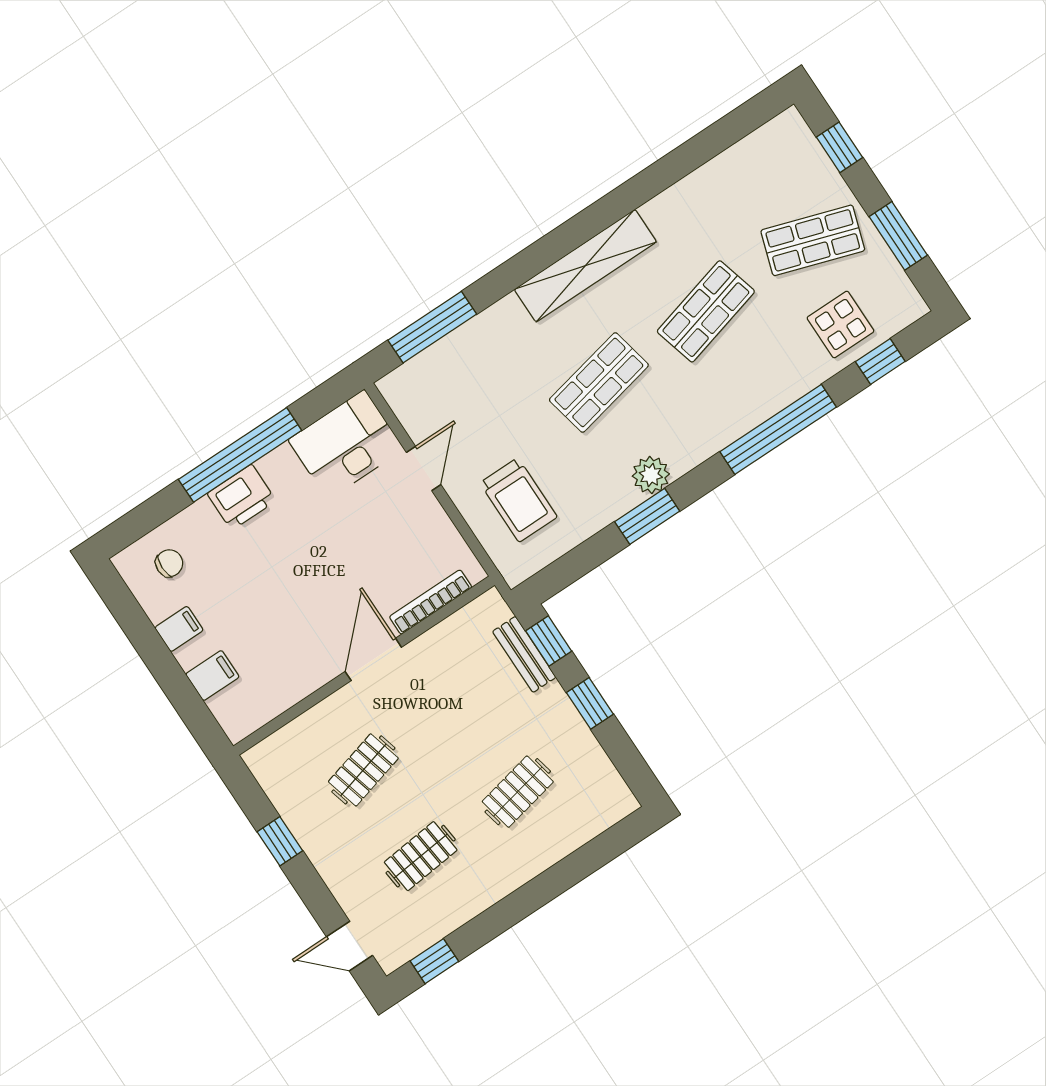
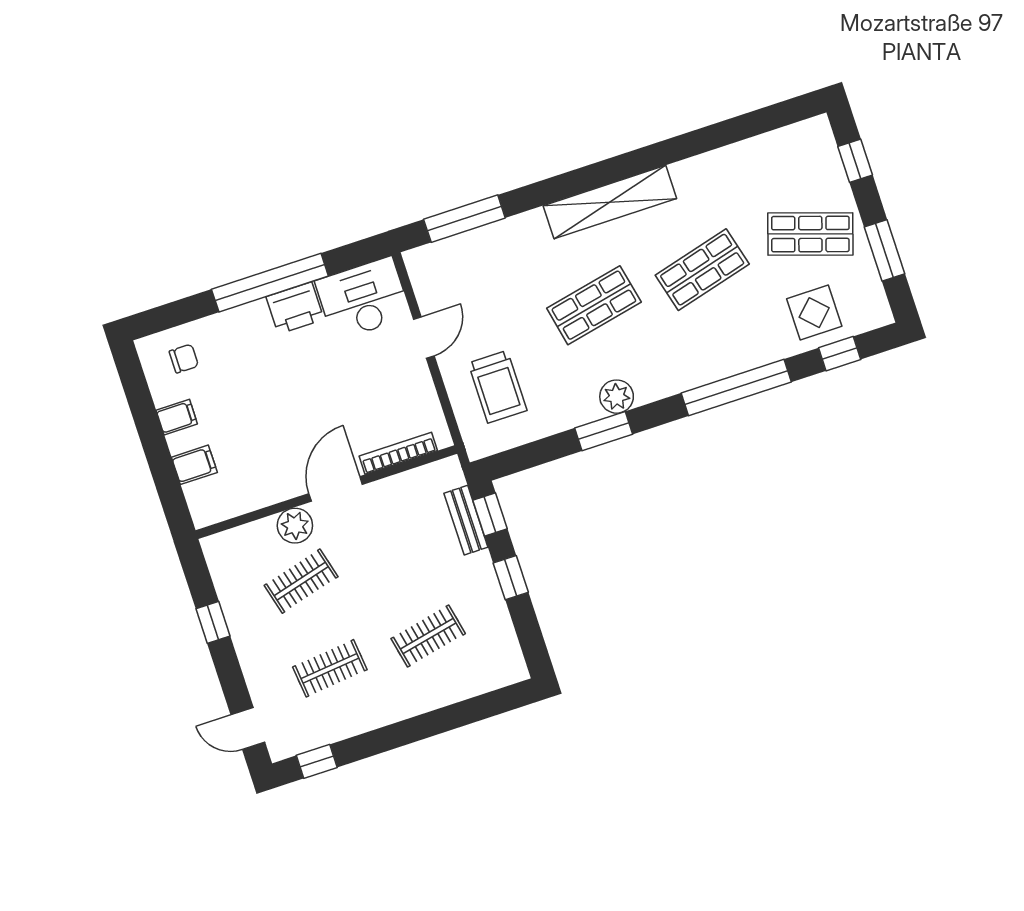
printer: (242, 497) -> (295, 308), moved
plant: (340, 711) -> (295, 526), added

